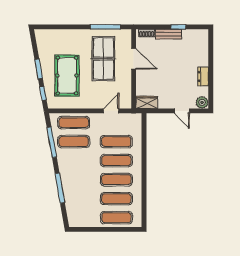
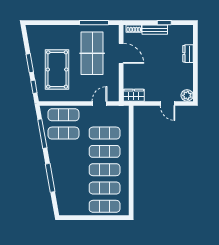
dresser: (203, 76) -> (188, 54), moved

